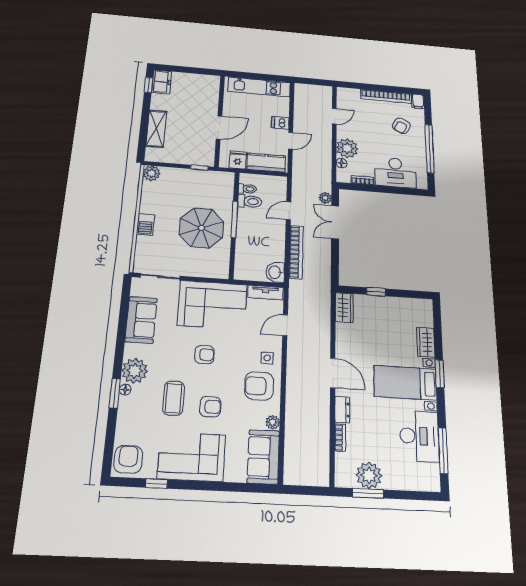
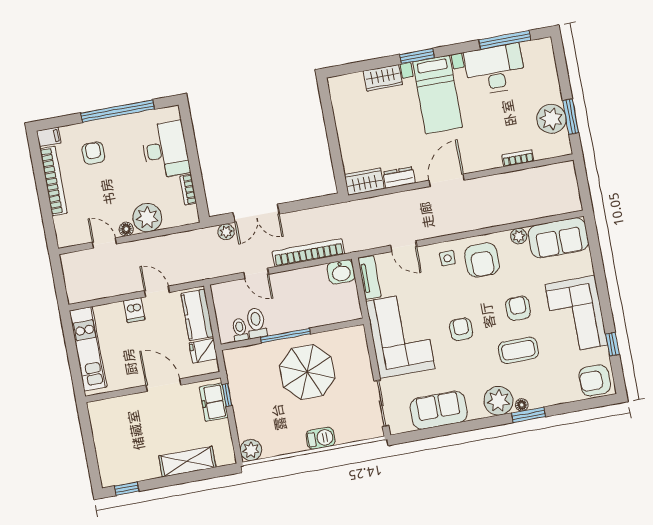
freezer: (162, 82) -> (214, 402), moved, turned -90
armchair: (401, 126) -> (93, 153), turned -116
floor lamp: (341, 163) -> (126, 229), moved
window: (376, 292) -> (334, 147), removed
dresser: (342, 410) -> (399, 177), moved

